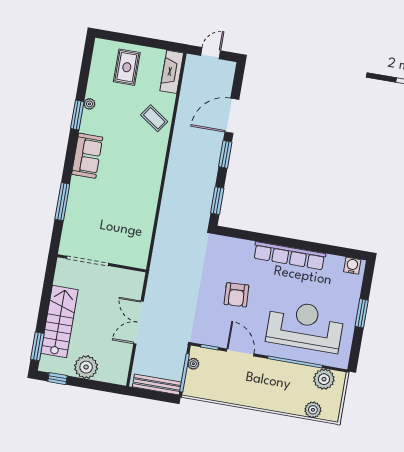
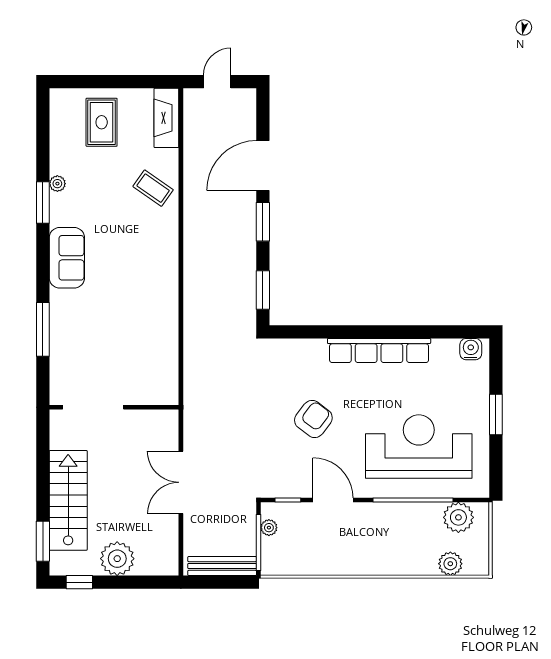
armchair: (236, 295) -> (313, 419), turned -140

